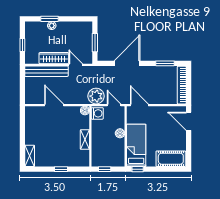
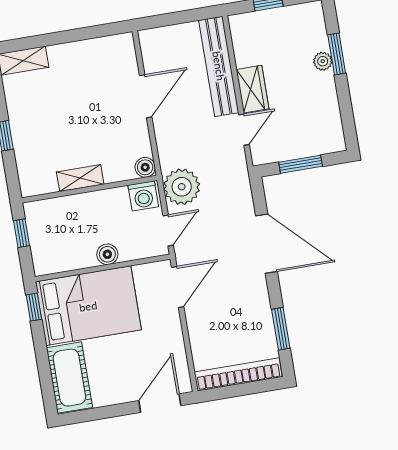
wardrobe: (54, 58) -> (253, 89), width x0.67
bed: (136, 145) -> (88, 306), width x1.50

